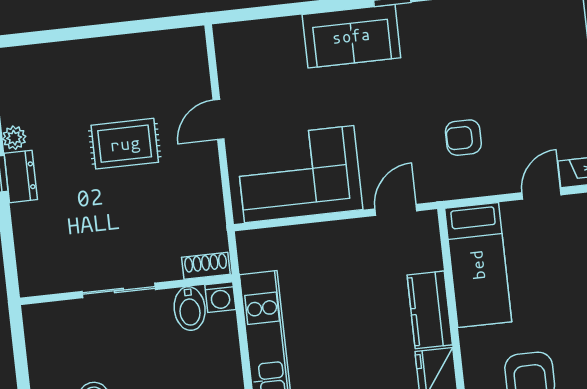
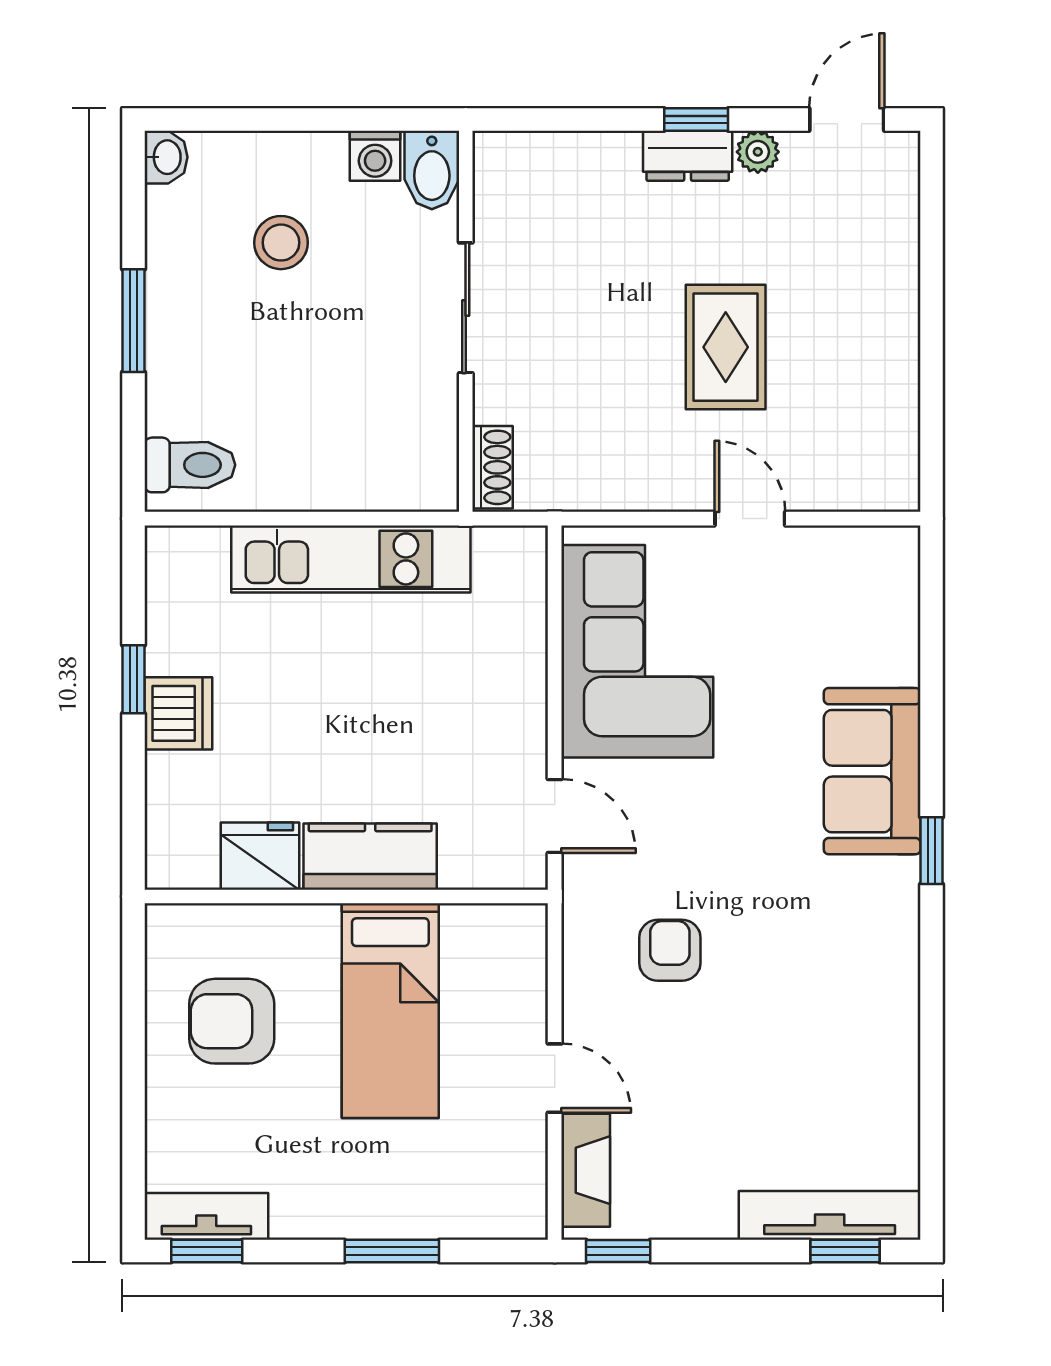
bed: (478, 265) -> (390, 1011), moved, turned -90
washing machine: (220, 297) -> (375, 156), moved, turned -90
bidet: (190, 309) -> (432, 170), moved, turned -90

